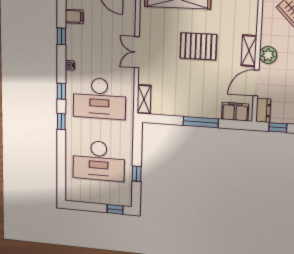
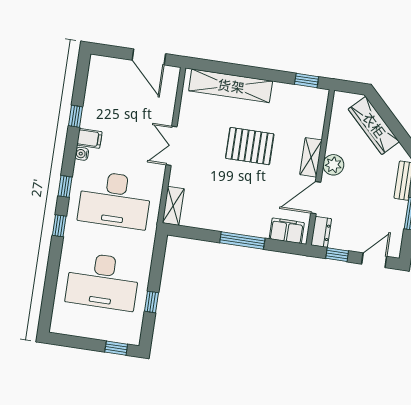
filing cabinet: (74, 16) -> (89, 138), moved

